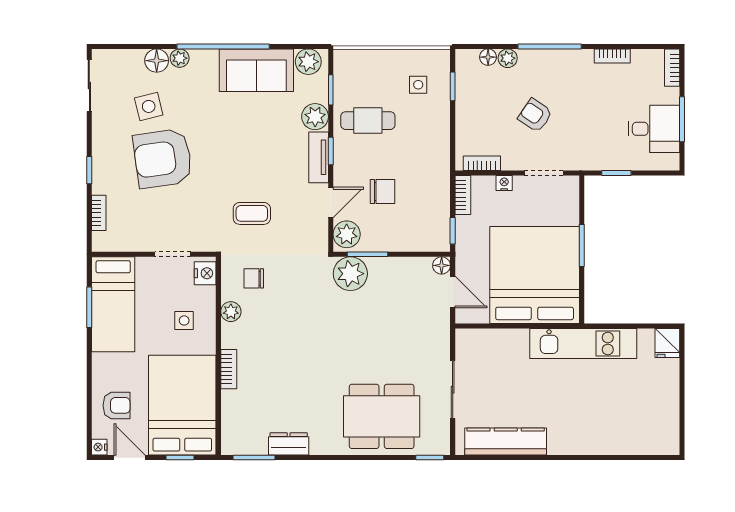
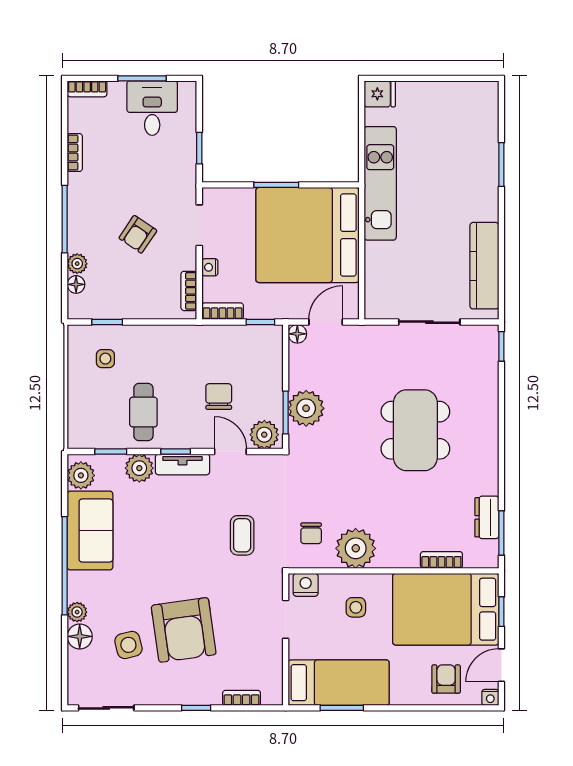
plant: (350, 274) -> (306, 408), moved
plant: (231, 312) -> (356, 548), width x1.87, depth x1.87
bookcase: (229, 369) -> (441, 560), moved
dining table: (382, 416) -> (415, 430), moved
dresser: (289, 444) -> (487, 517), moved
window: (601, 458) -> (501, 164), added

